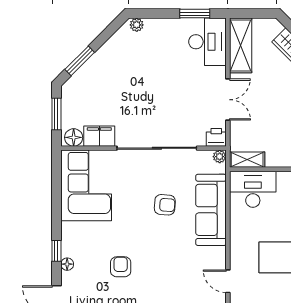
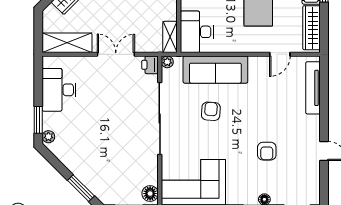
window: (195, 14) -> (38, 120), moved
desk: (207, 42) -> (59, 90), moved, turned -90
filing cabinet: (99, 136) -> (149, 170), removed
armchair: (121, 267) -> (267, 151), turned -90

